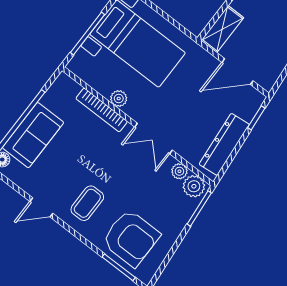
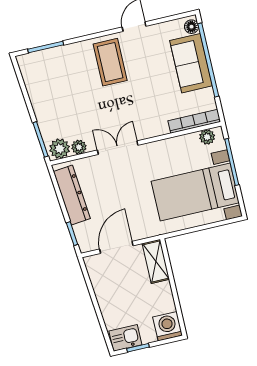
plant: (119, 98) -> (207, 137), moved
bookcase: (102, 110) -> (194, 121), moved
coffee table: (87, 203) -> (110, 62), width x1.36, depth x1.30
armchair: (131, 238) -> (60, 73), removed

